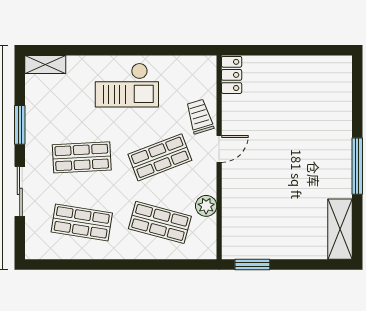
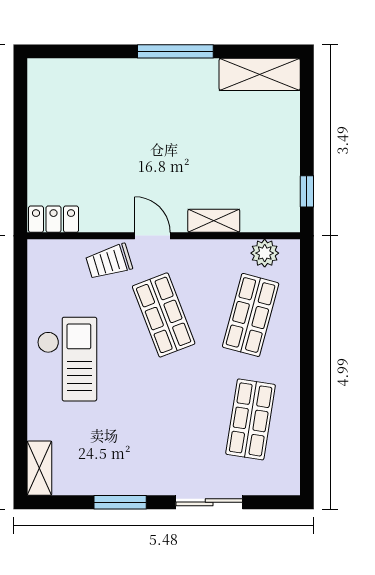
shop shelf: (82, 157) -> (164, 419), removed
shelving: (230, 195) -> (214, 221), added
plant: (206, 206) -> (265, 253), moved
window: (252, 265) -> (307, 191), width x0.67

